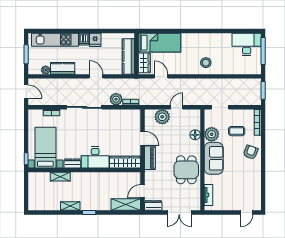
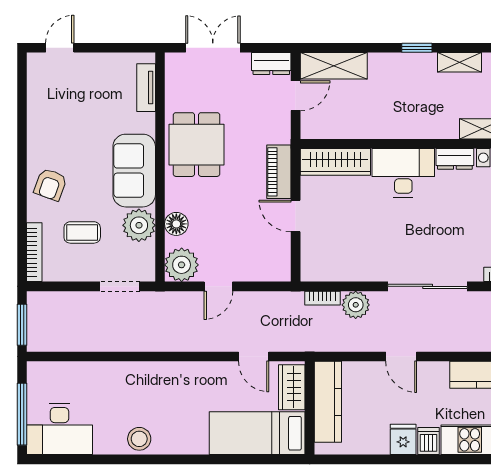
stool: (206, 63) -> (139, 439), moved
plant: (162, 117) -> (182, 265), moved

